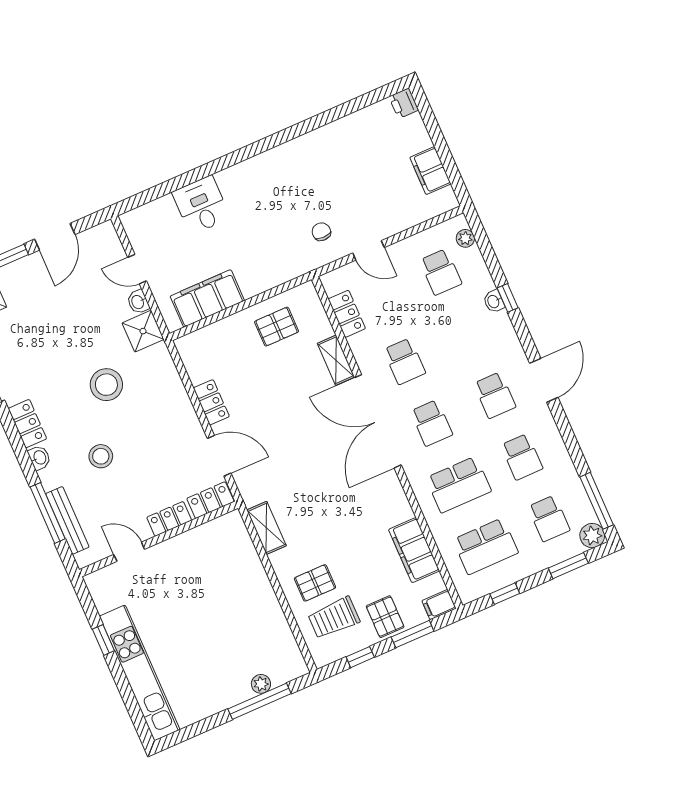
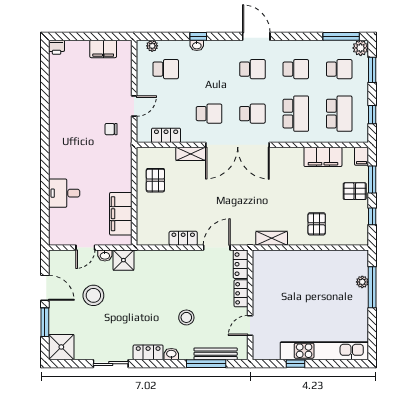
stool: (106, 385) -> (93, 295), moved
trolley: (334, 618) -> (342, 222), removed

